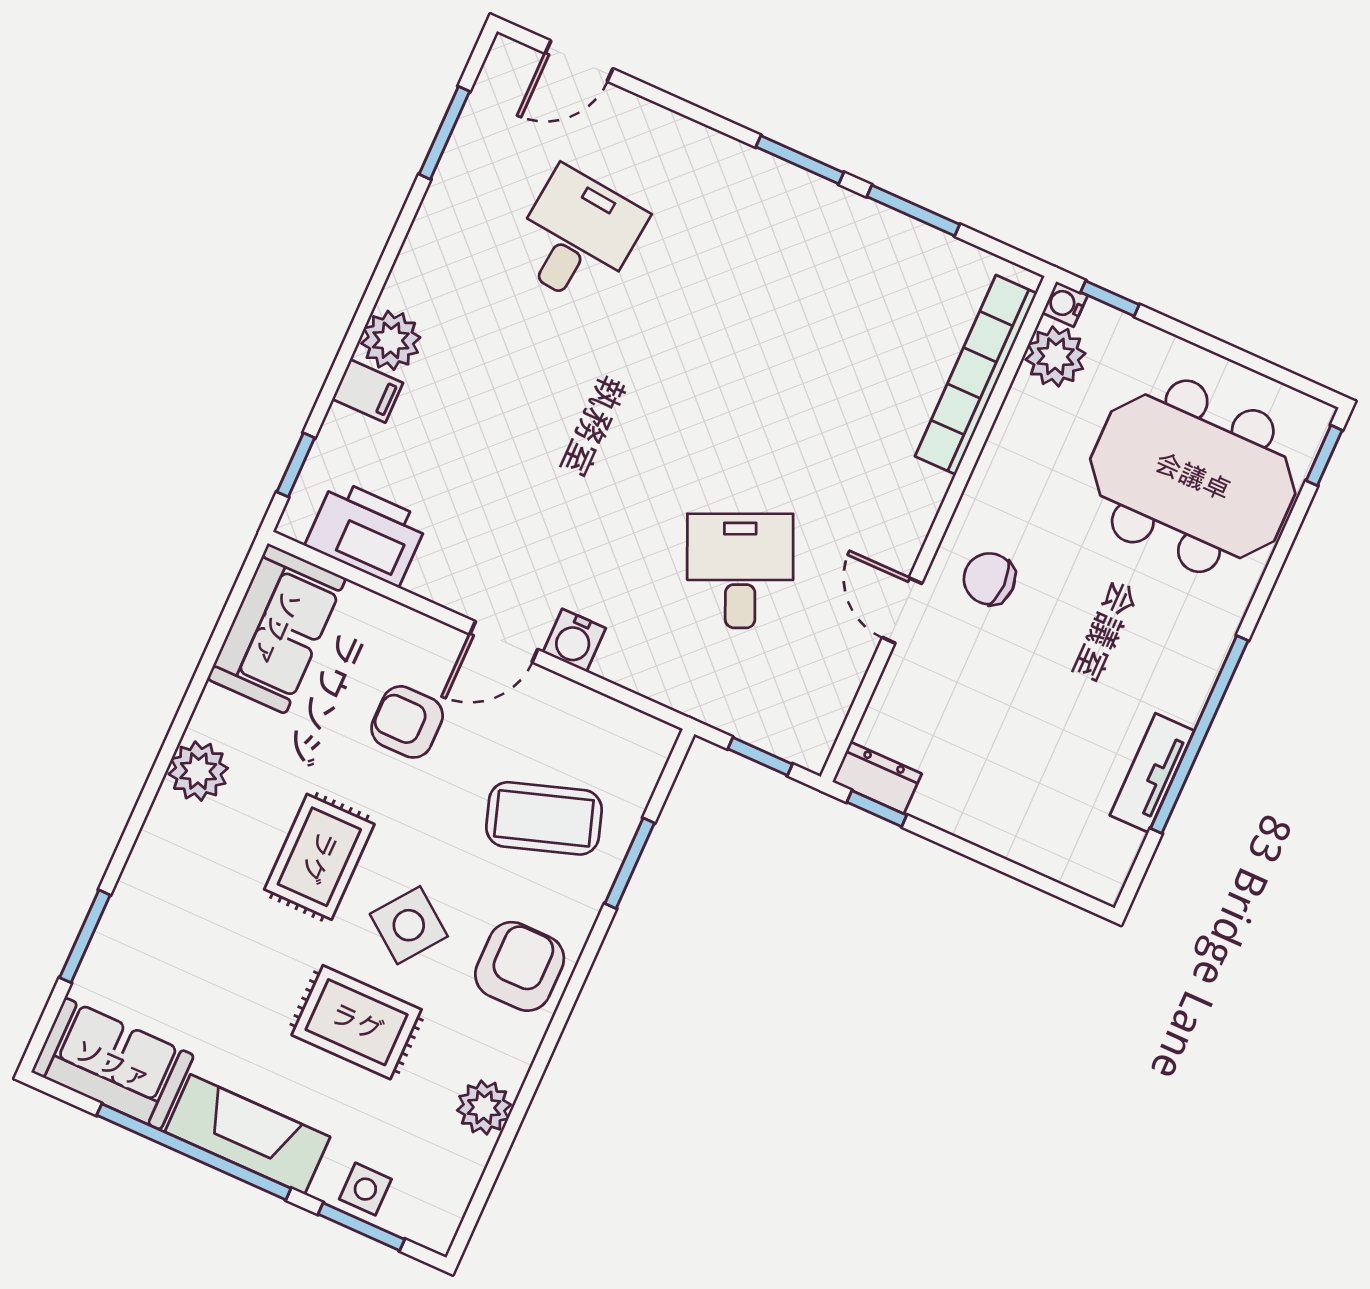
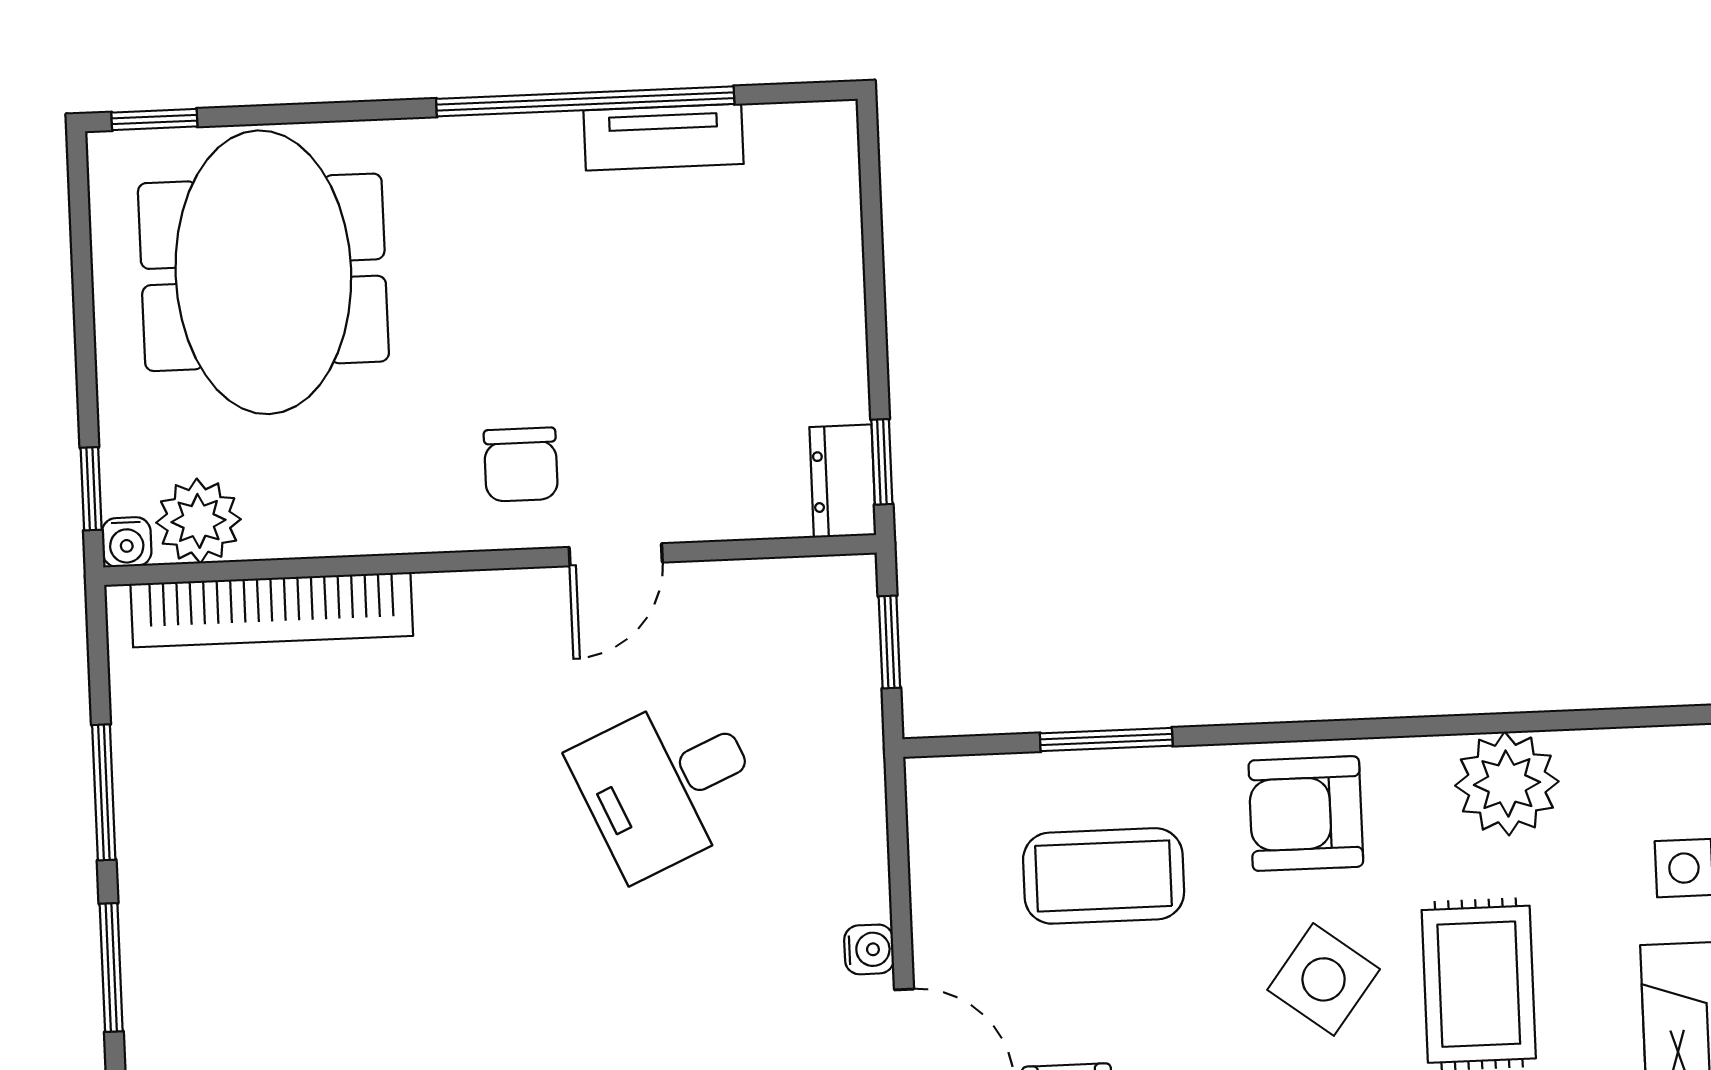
water cooler: (574, 640) -> (869, 949), width x0.72, depth x0.72
coffee table: (544, 818) -> (1104, 876), turned -72
plant: (484, 1108) -> (1507, 784), width x1.36, depth x1.36

